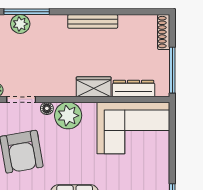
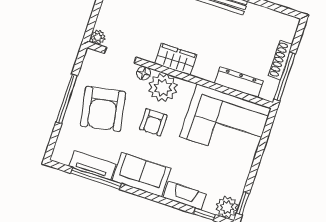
shoe rack: (164, 32) -> (280, 60), moved
wardrobe: (94, 87) -> (176, 59), moved
armchair: (70, 149) -> (153, 122), added

